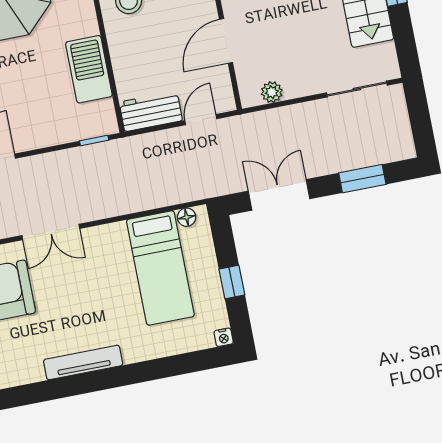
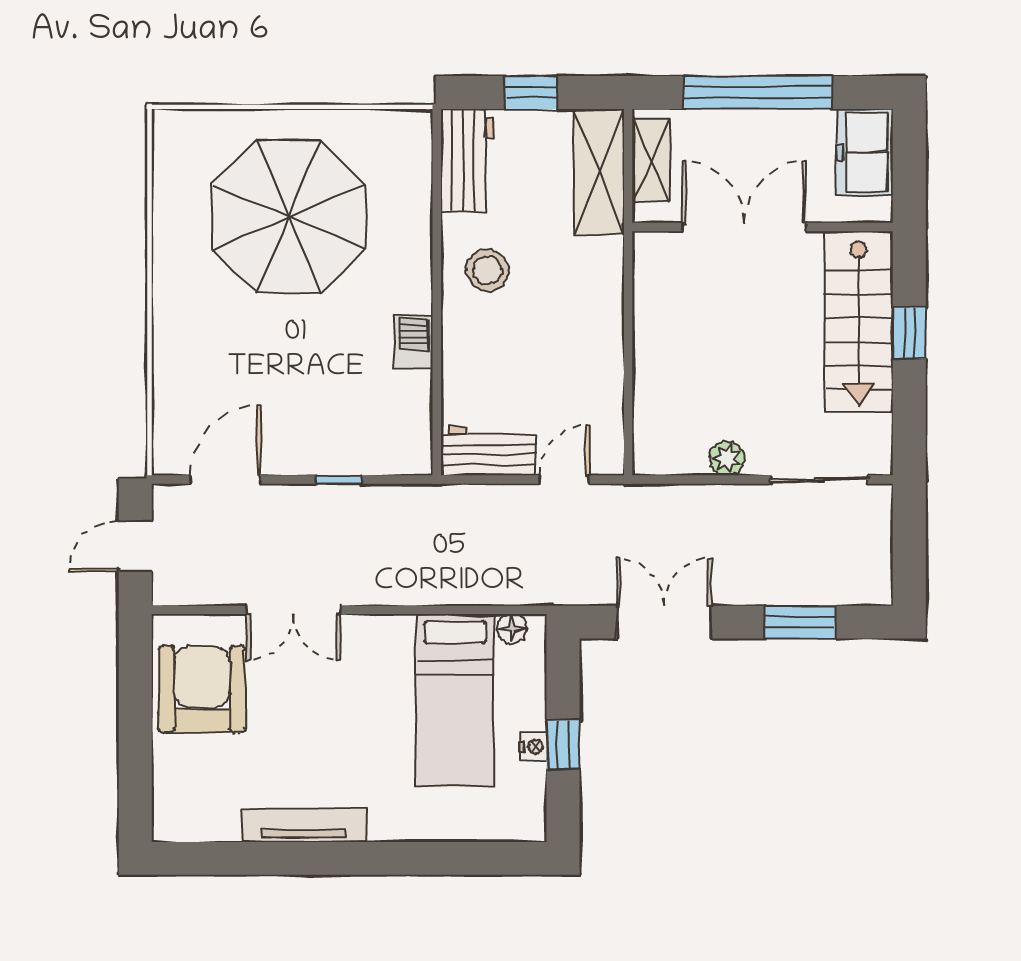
door: (226, 41) -> (628, 364), removed
barbecue: (89, 69) -> (414, 342), width x0.53, depth x0.65
plant: (272, 92) -> (727, 458), moved
window: (94, 141) -> (339, 480), moved
nightstand: (224, 337) -> (534, 747), moved, turned -90

